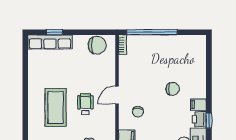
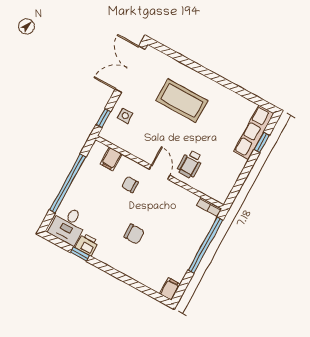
chair: (97, 45) -> (223, 180), removed
chair: (173, 89) -> (134, 234), turned -90
wheelchair: (85, 104) -> (190, 164), moved, turned 90
filing cabinet: (198, 105) -> (170, 289), moved

